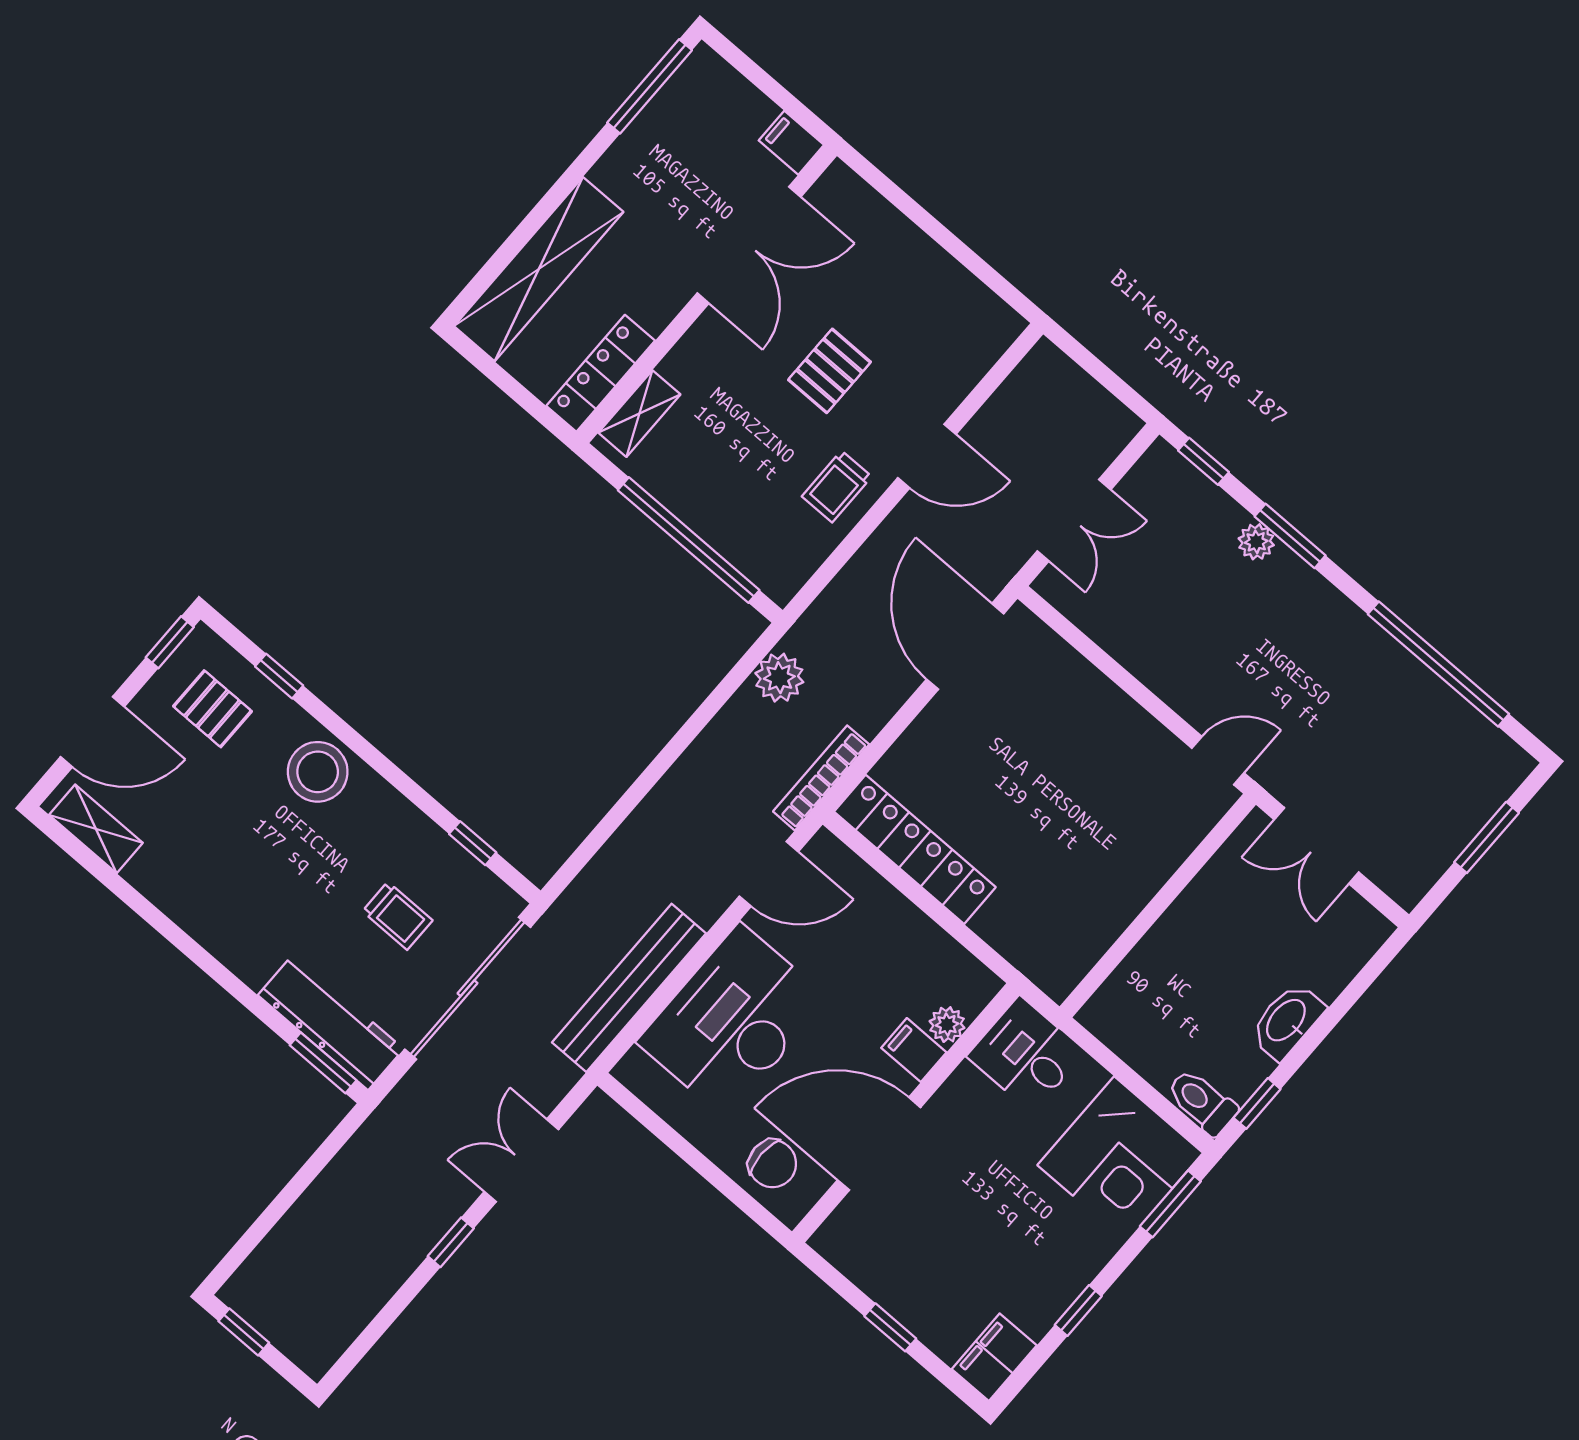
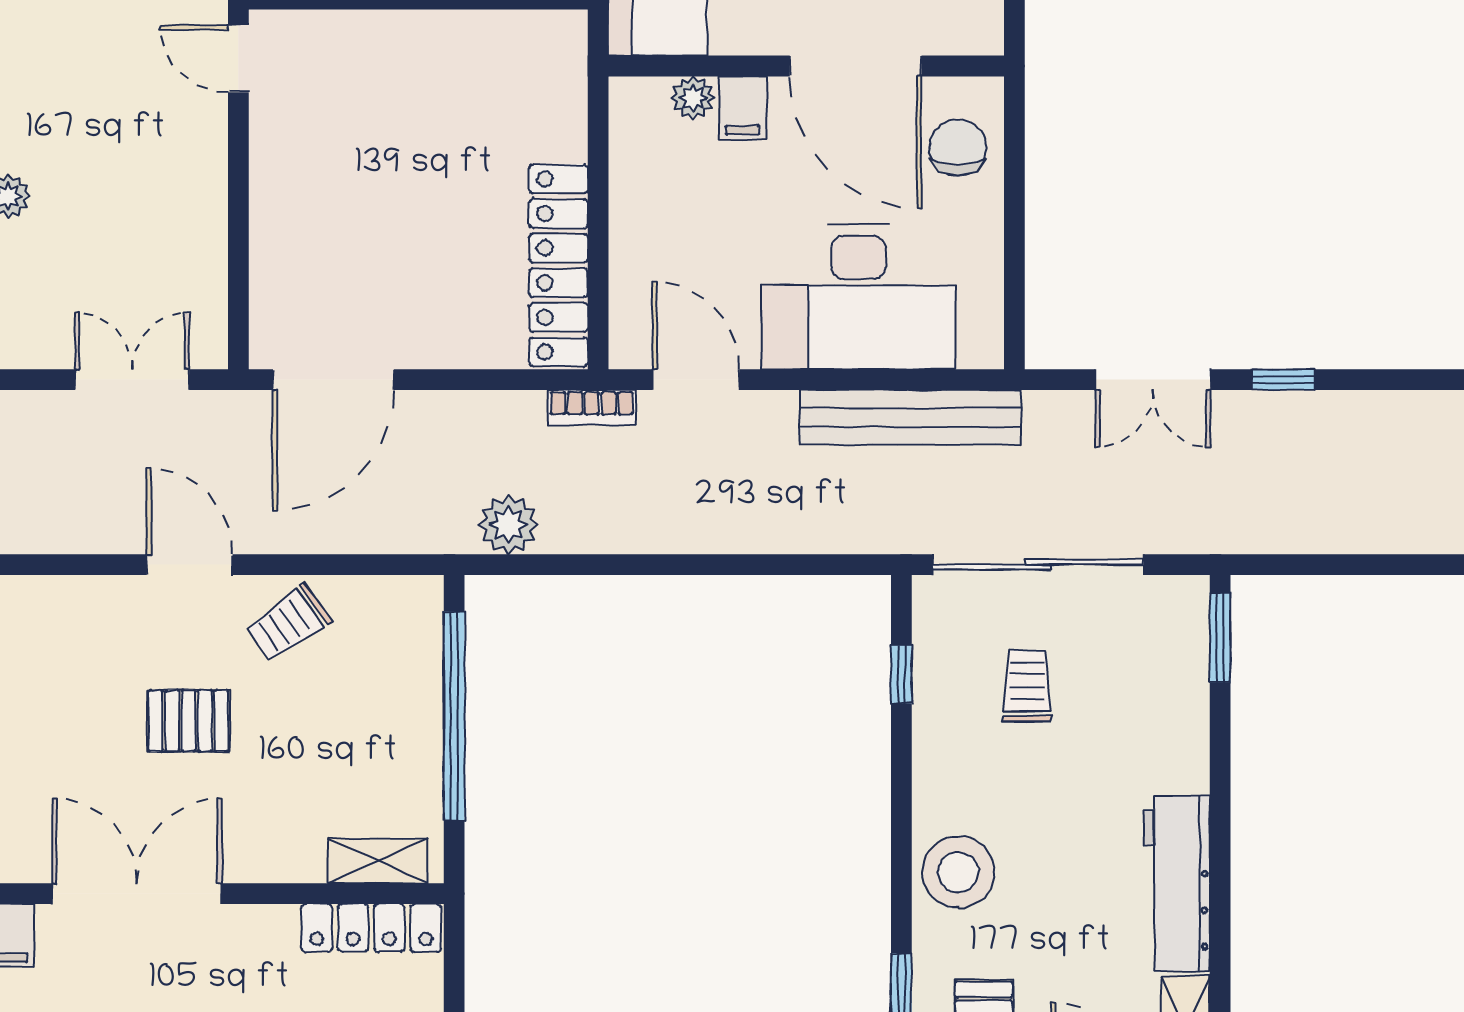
trolley: (837, 486) -> (288, 623), turned 145
bookcase: (821, 778) -> (592, 407), width x0.64
workbench: (331, 1022) -> (1177, 884), moved

